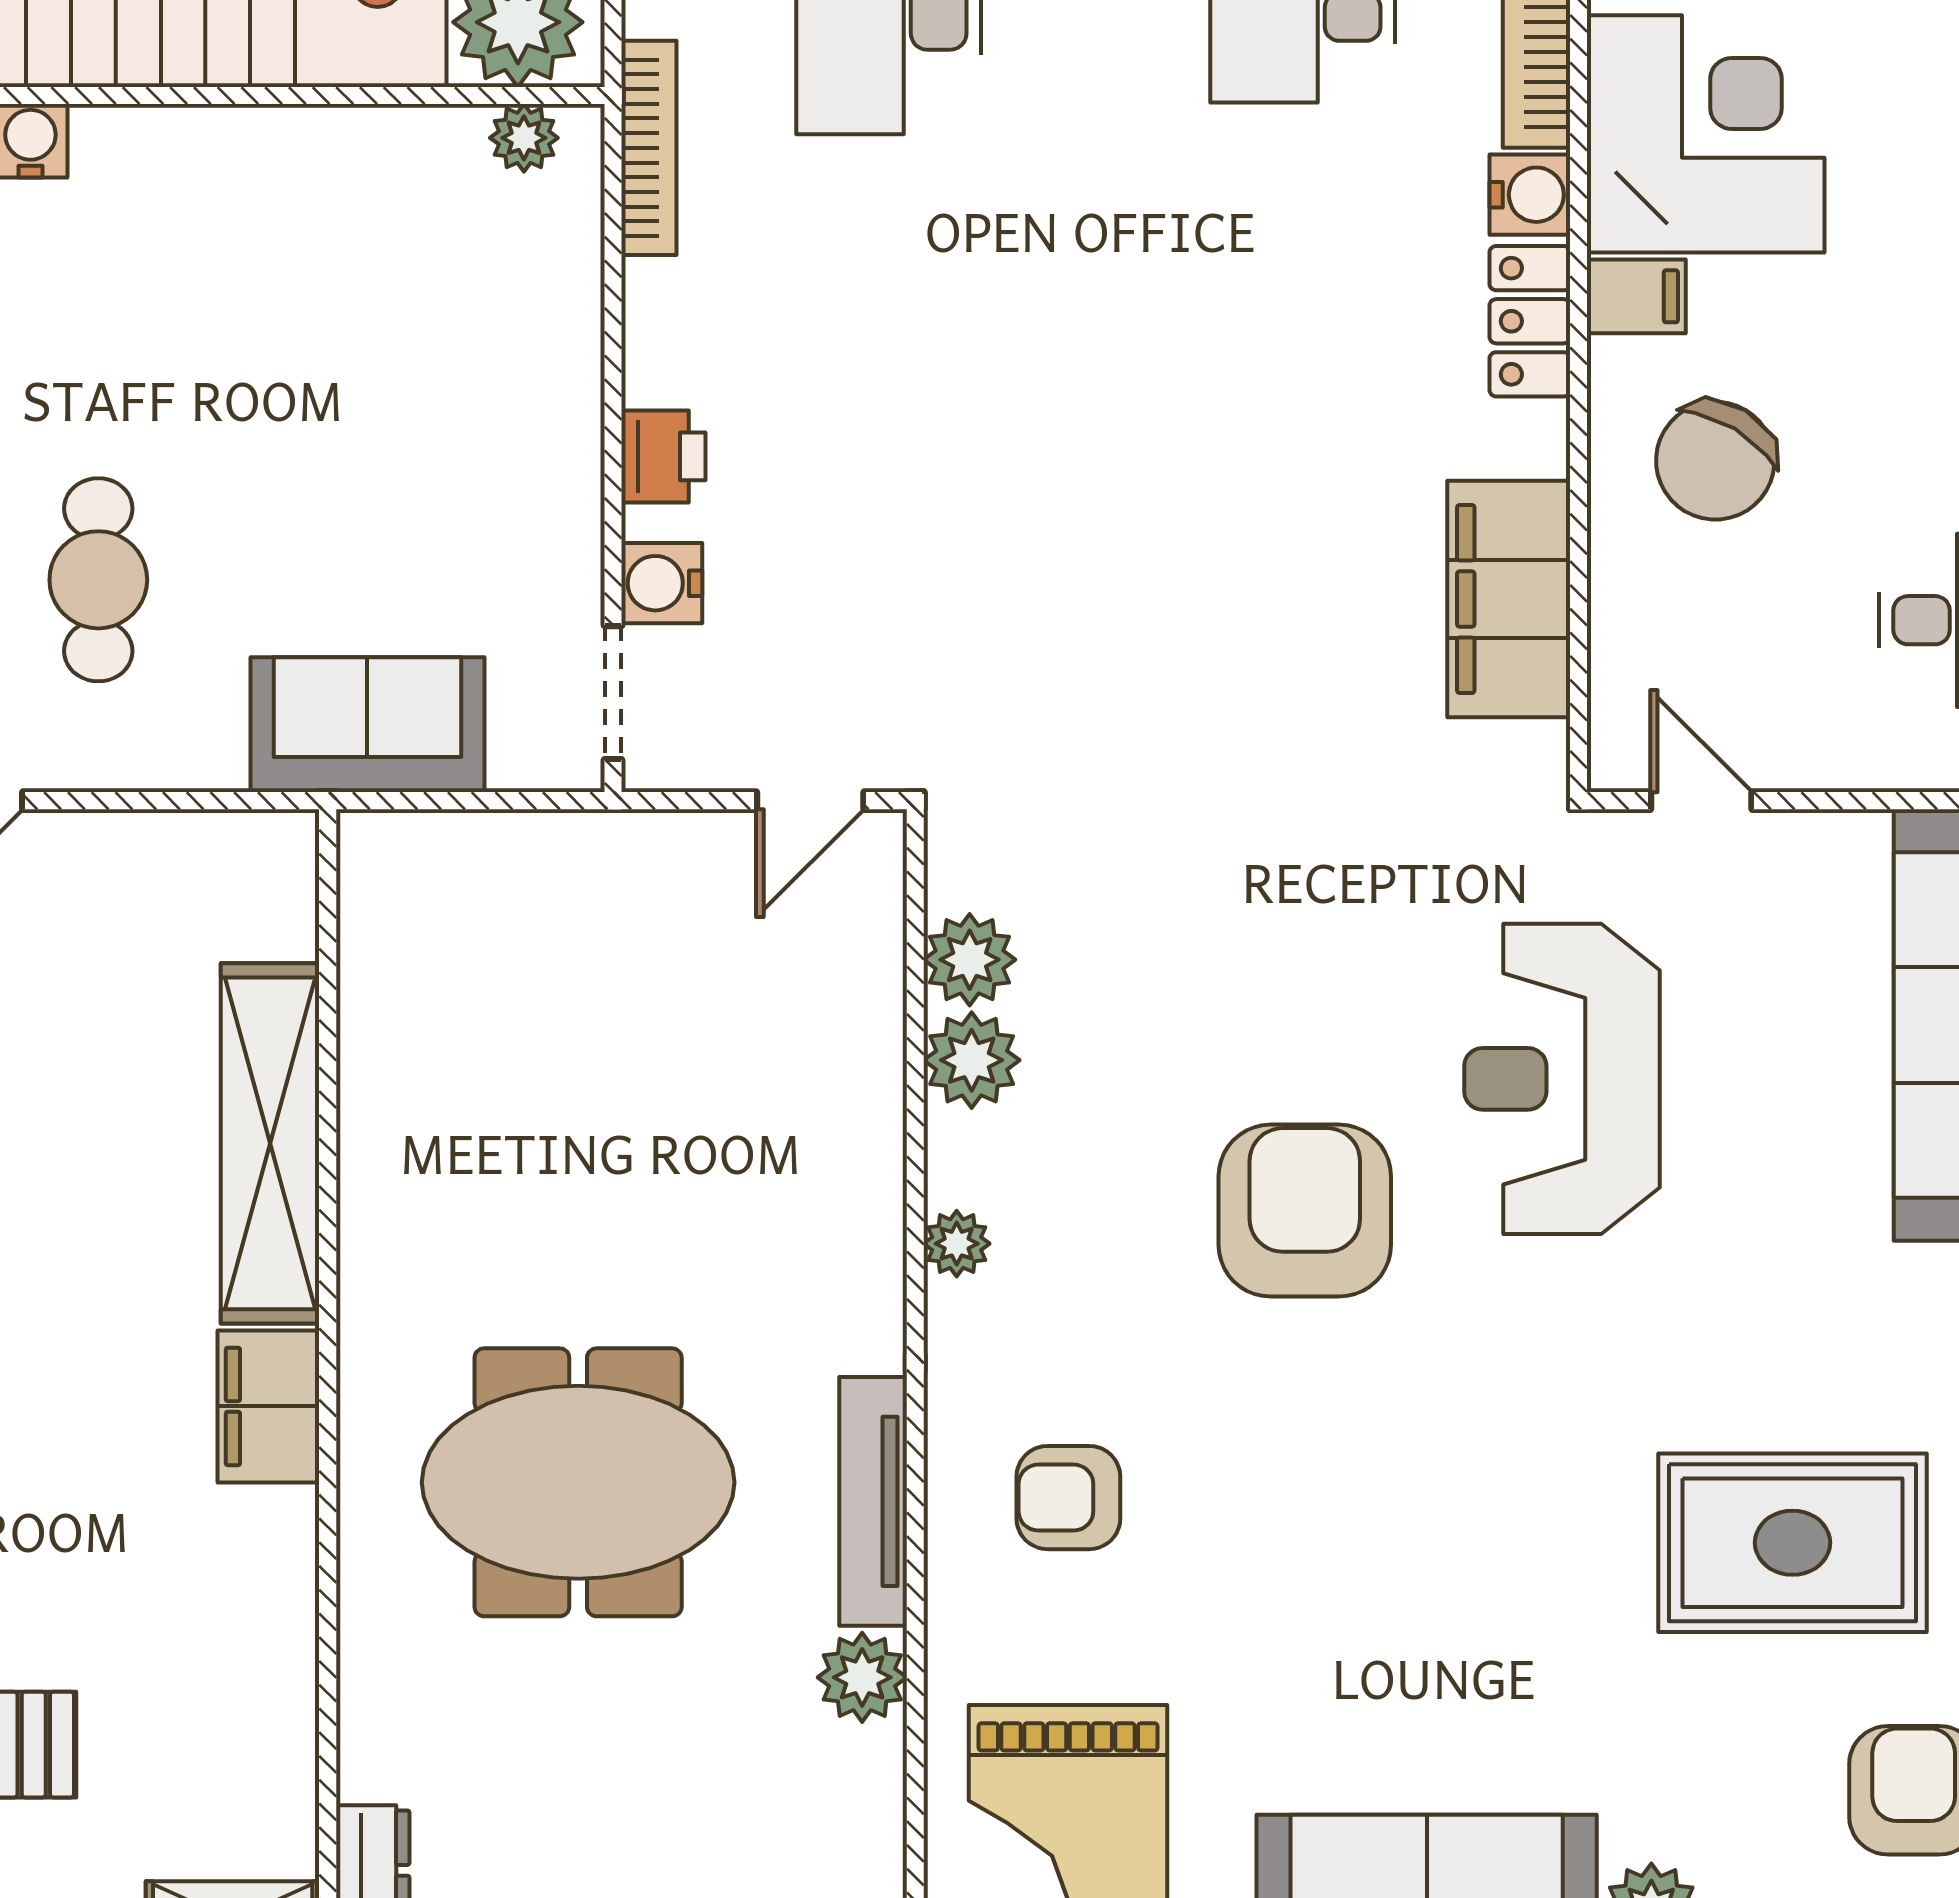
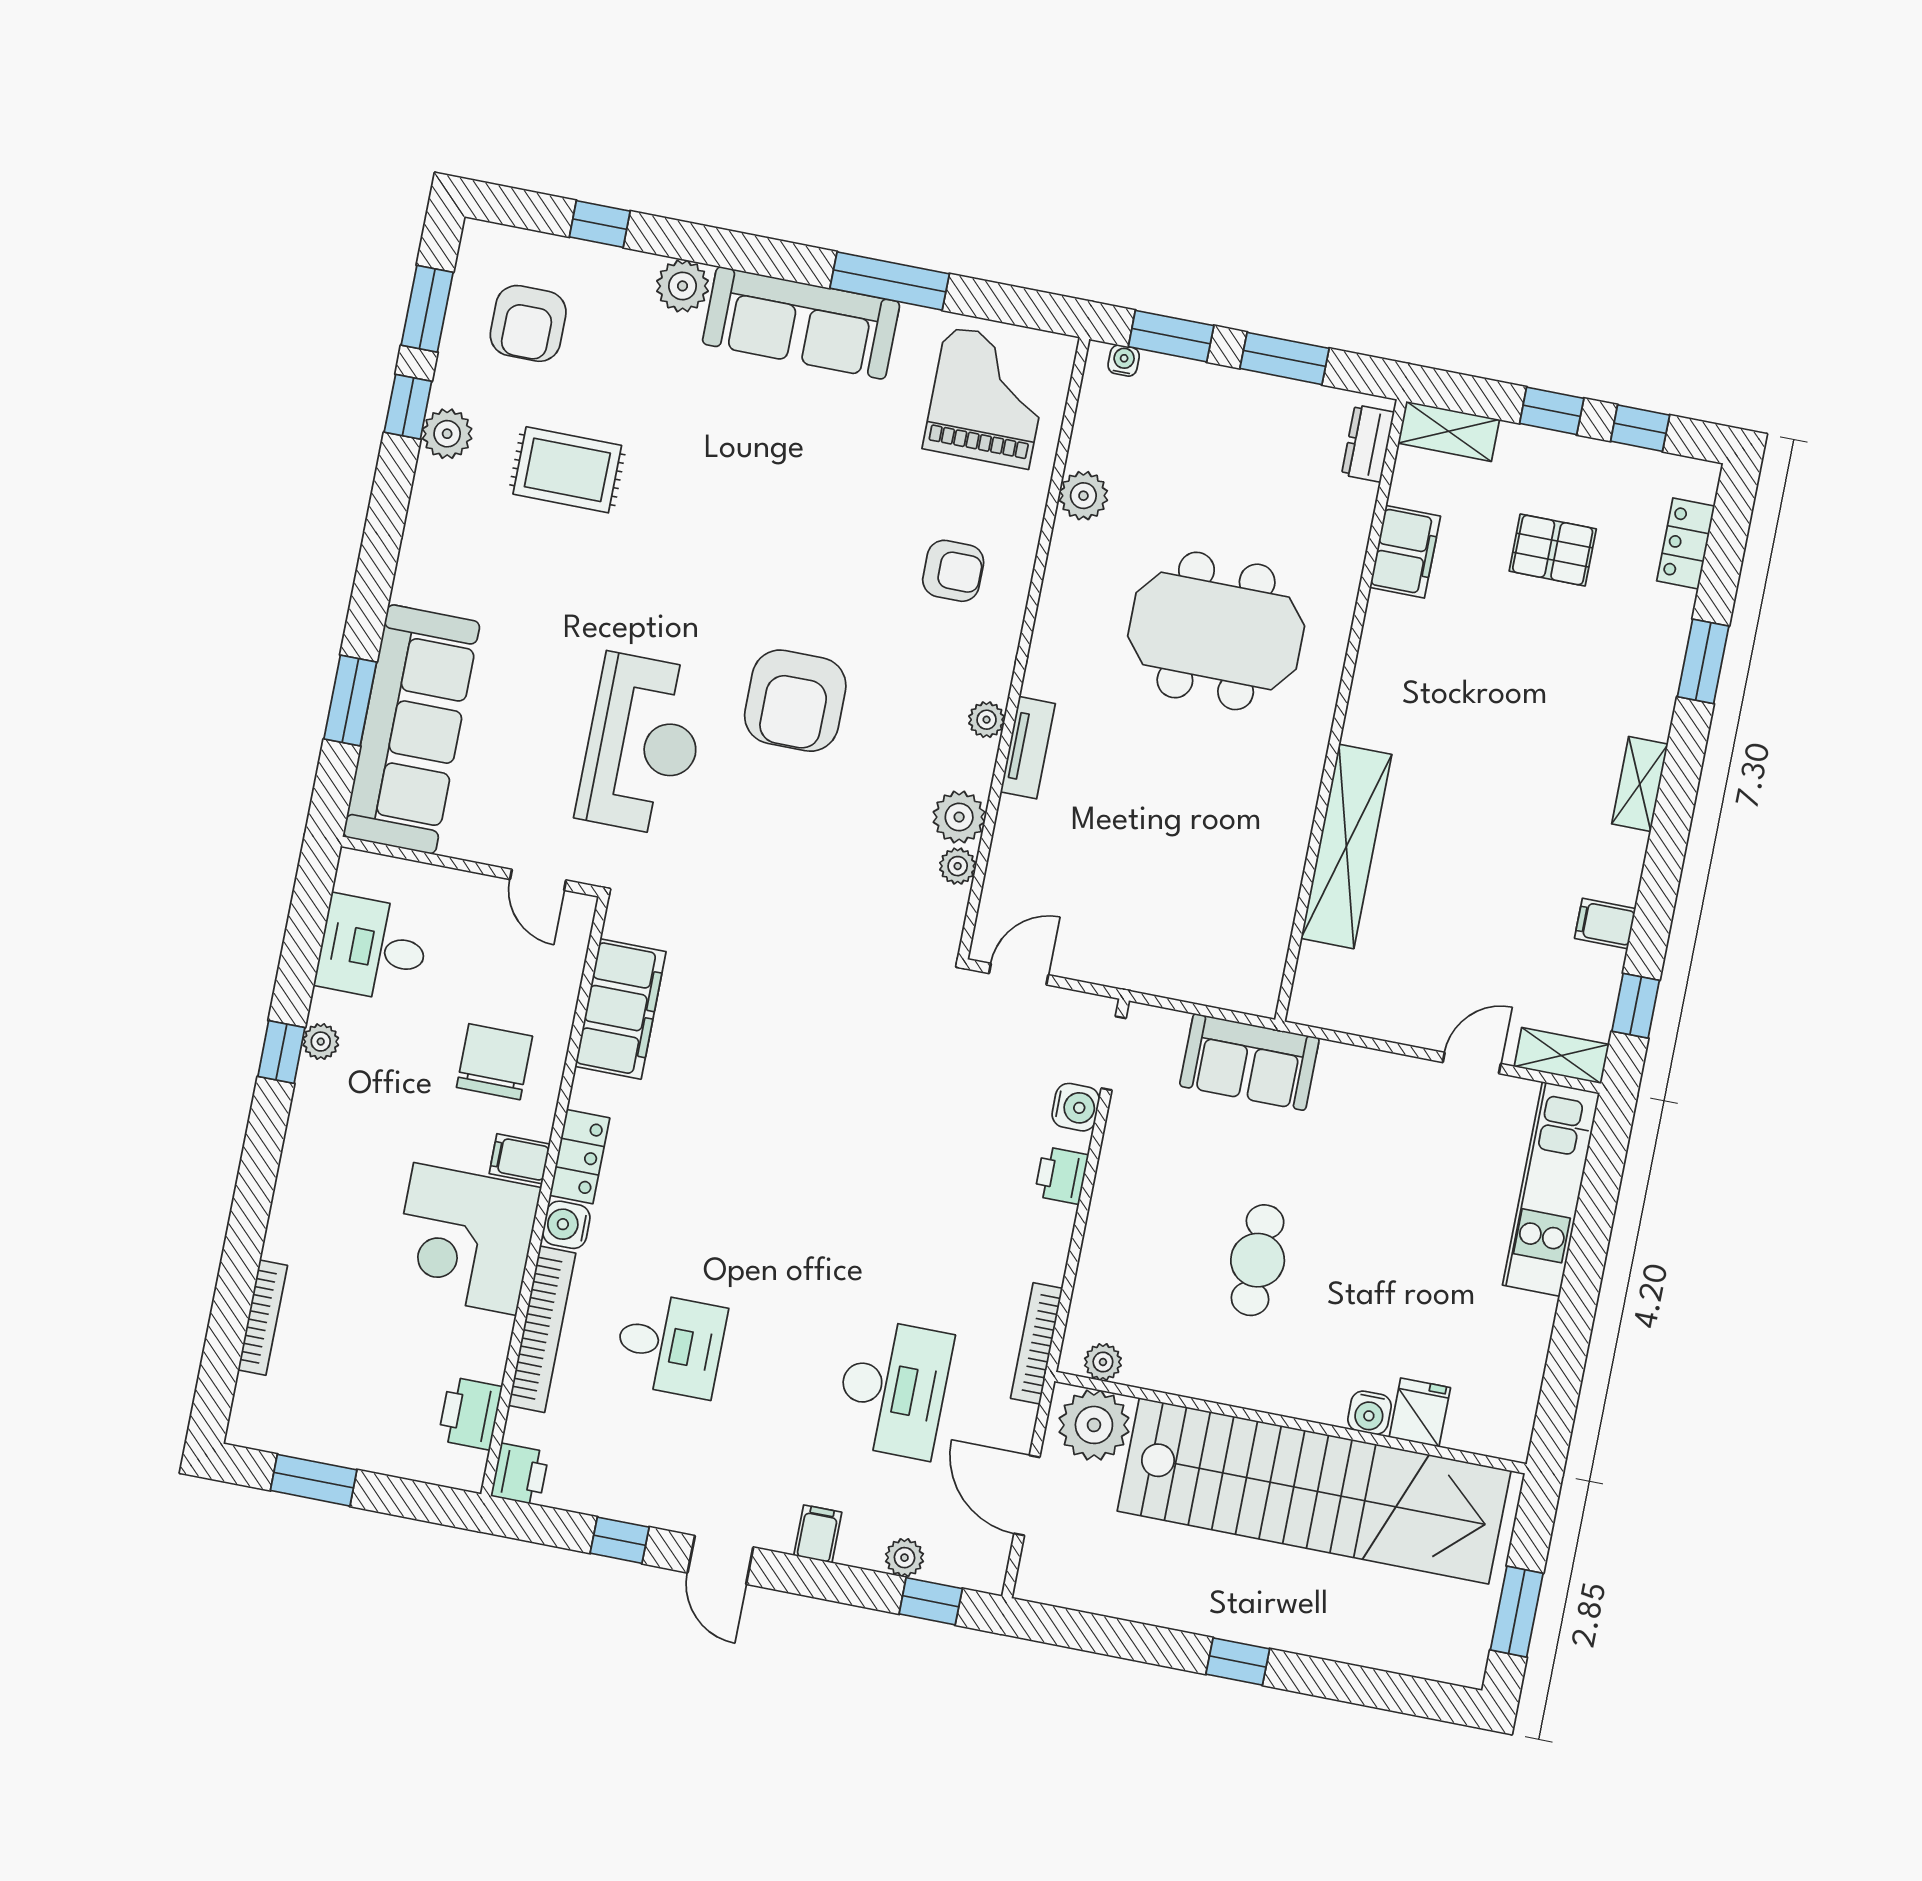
chair: (1715, 461) -> (494, 1062), turned -31
cafe table: (98, 580) -> (1258, 1260), moved
plant: (970, 960) -> (958, 866), width x0.73, depth x0.73
filing cabinet: (268, 1406) -> (1405, 552), moved
tv unit: (873, 1501) -> (1028, 748), moved, width x0.71
rug: (1792, 1543) -> (567, 470), width x0.73, depth x0.70

